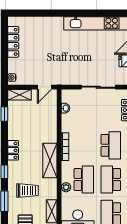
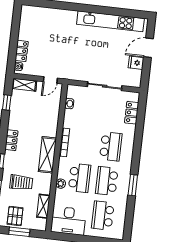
locker: (13, 42) -> (22, 51), moved, width x0.66

